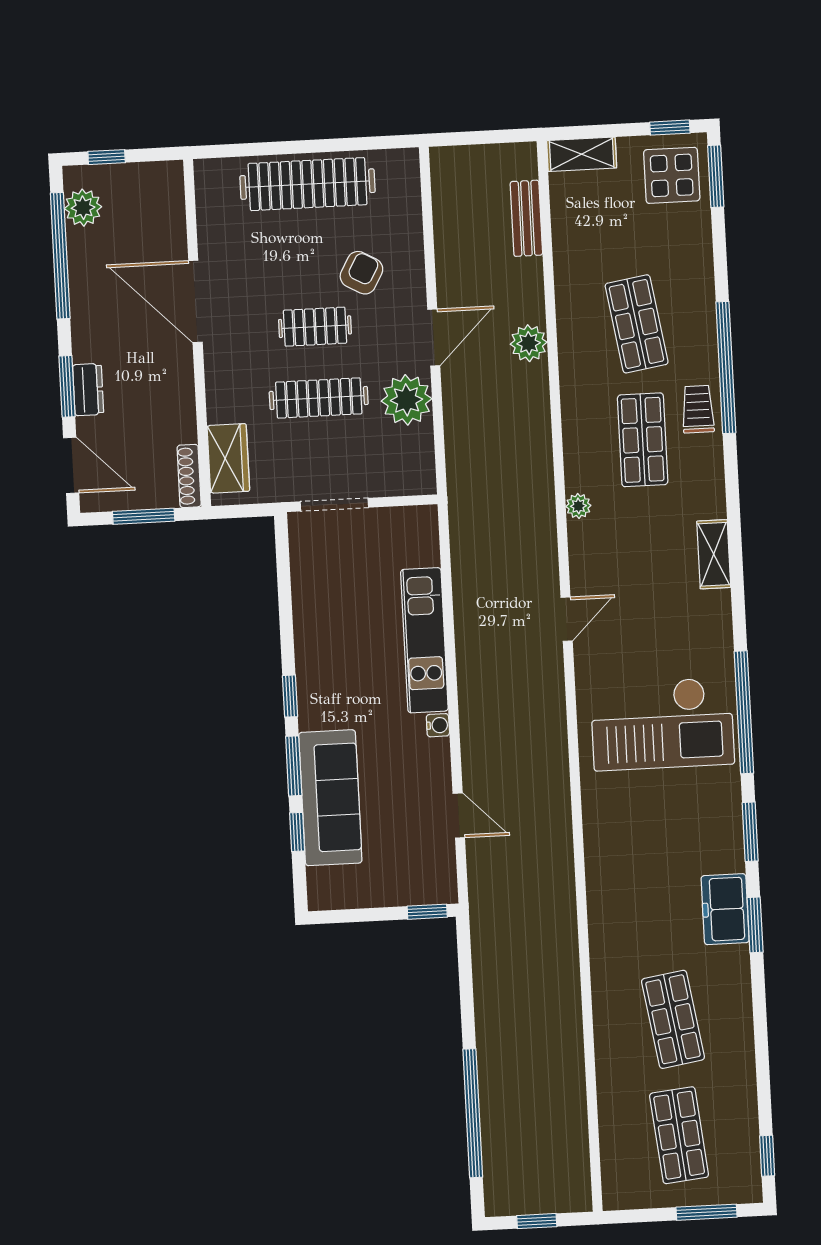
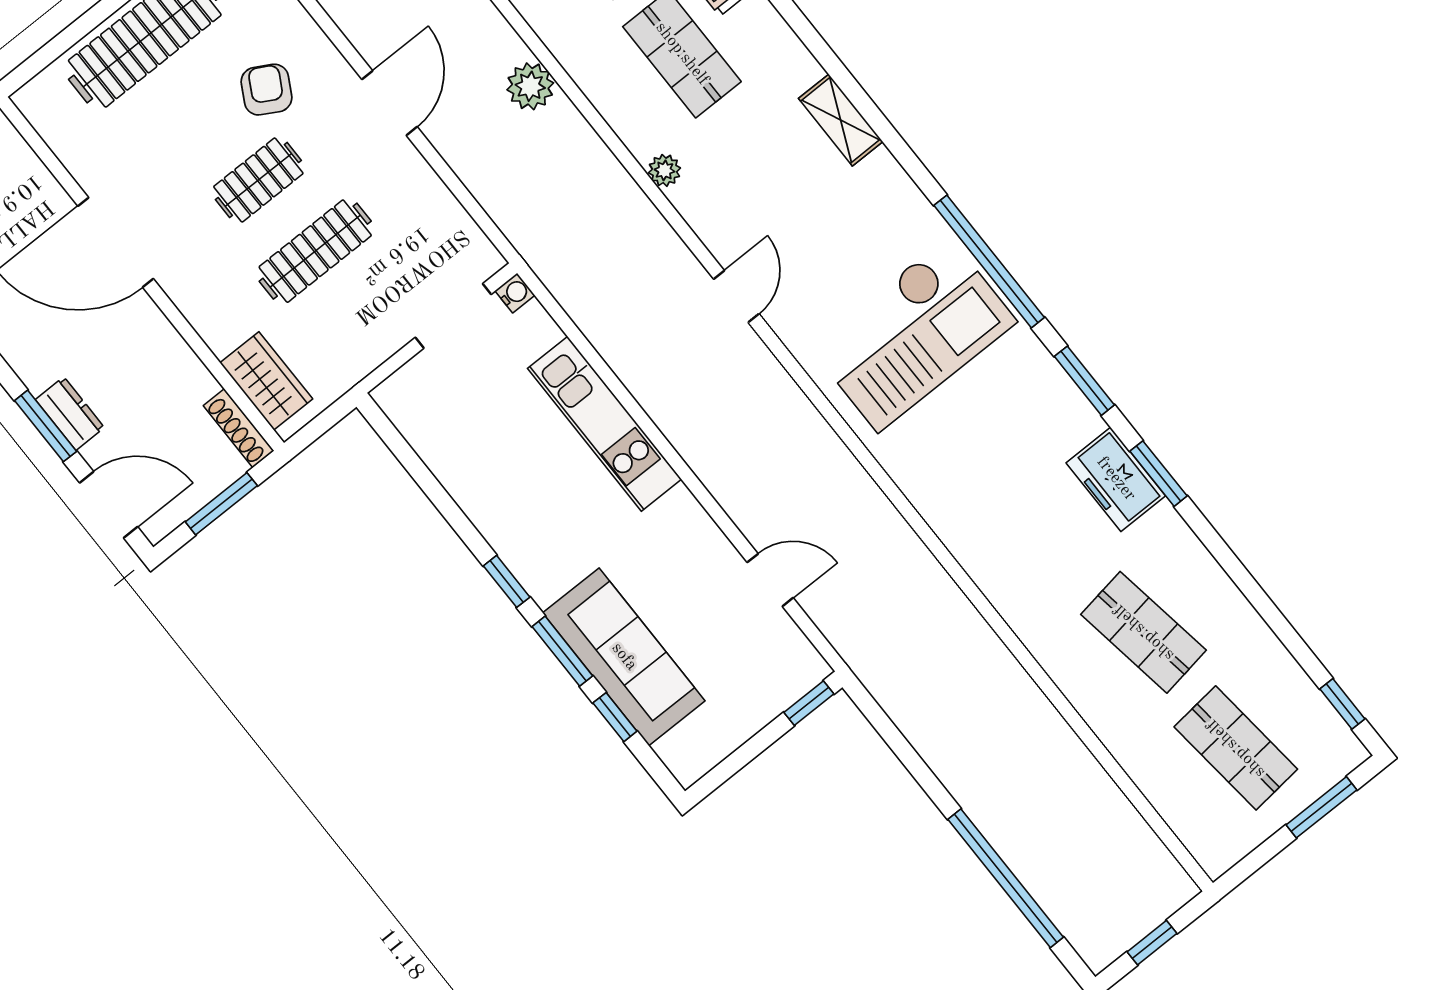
plant: (529, 343) -> (530, 86), moved
plant: (407, 400) -> (408, 188), removed
doorway: (334, 505) -> (453, 316), moved
water cooler: (438, 725) -> (515, 293), moved

